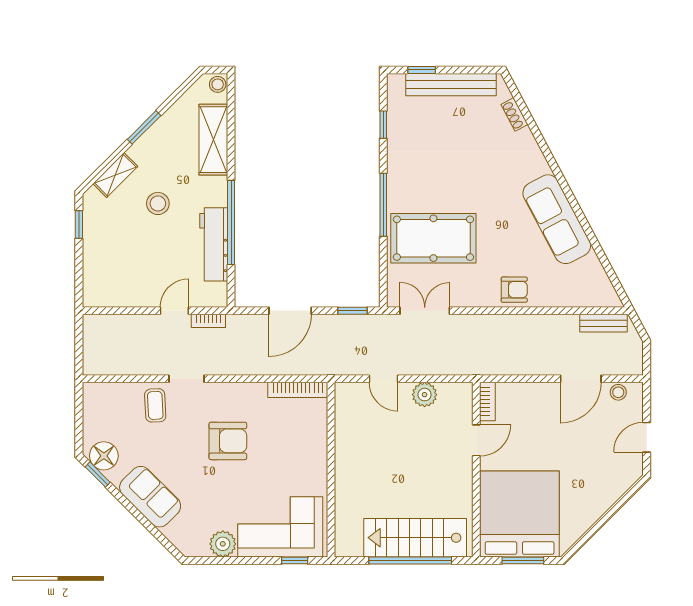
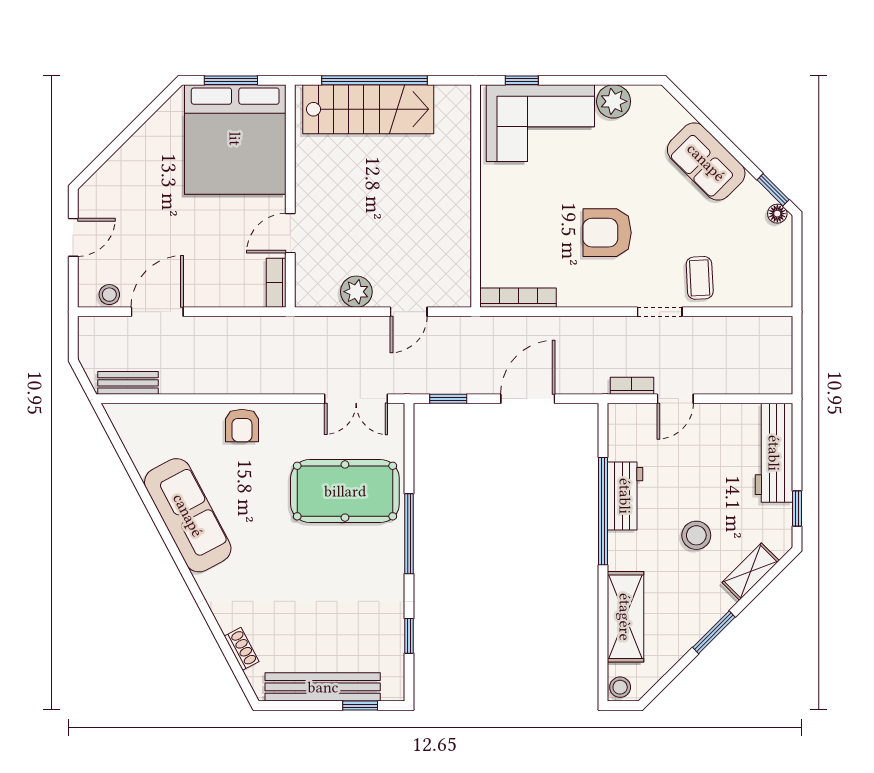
workbench: (214, 244) -> (625, 496), width x0.73
workbench: (97, 268) -> (774, 453), added
armchair: (514, 290) -> (242, 425), turned -90
door: (384, 379) -> (409, 312), swing flipped
floor lamp: (104, 456) -> (777, 214), width x0.53, depth x0.53

